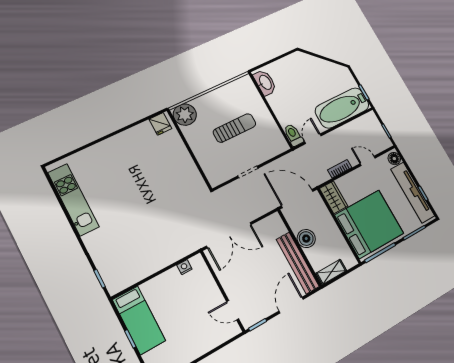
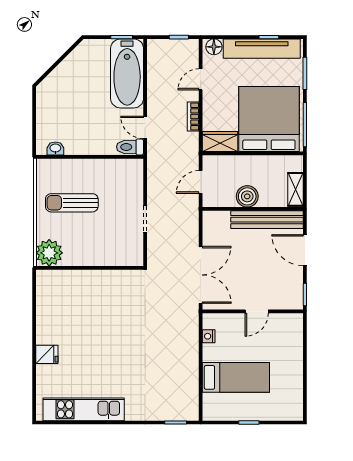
washbasin: (265, 83) -> (55, 148), width x0.52, depth x0.69
fridge: (160, 124) -> (47, 354), moved
sun lounger: (235, 128) -> (72, 203), moved, turned -90
door: (297, 199) -> (201, 182), width x0.53
door: (233, 310) -> (257, 311), moved
bed: (139, 320) -> (236, 377), moved

